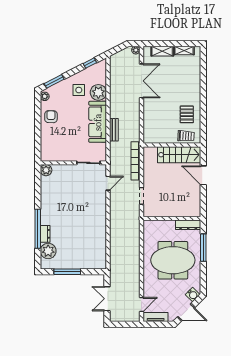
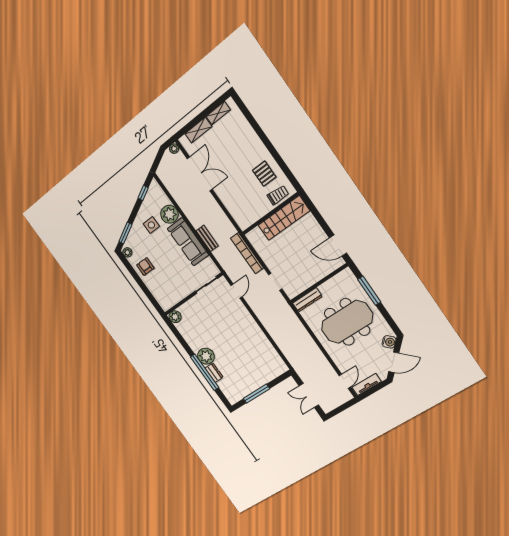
door: (203, 175) -> (338, 245), moved
dresser: (188, 225) -> (307, 300), moved
plant: (48, 251) -> (206, 356), moved

